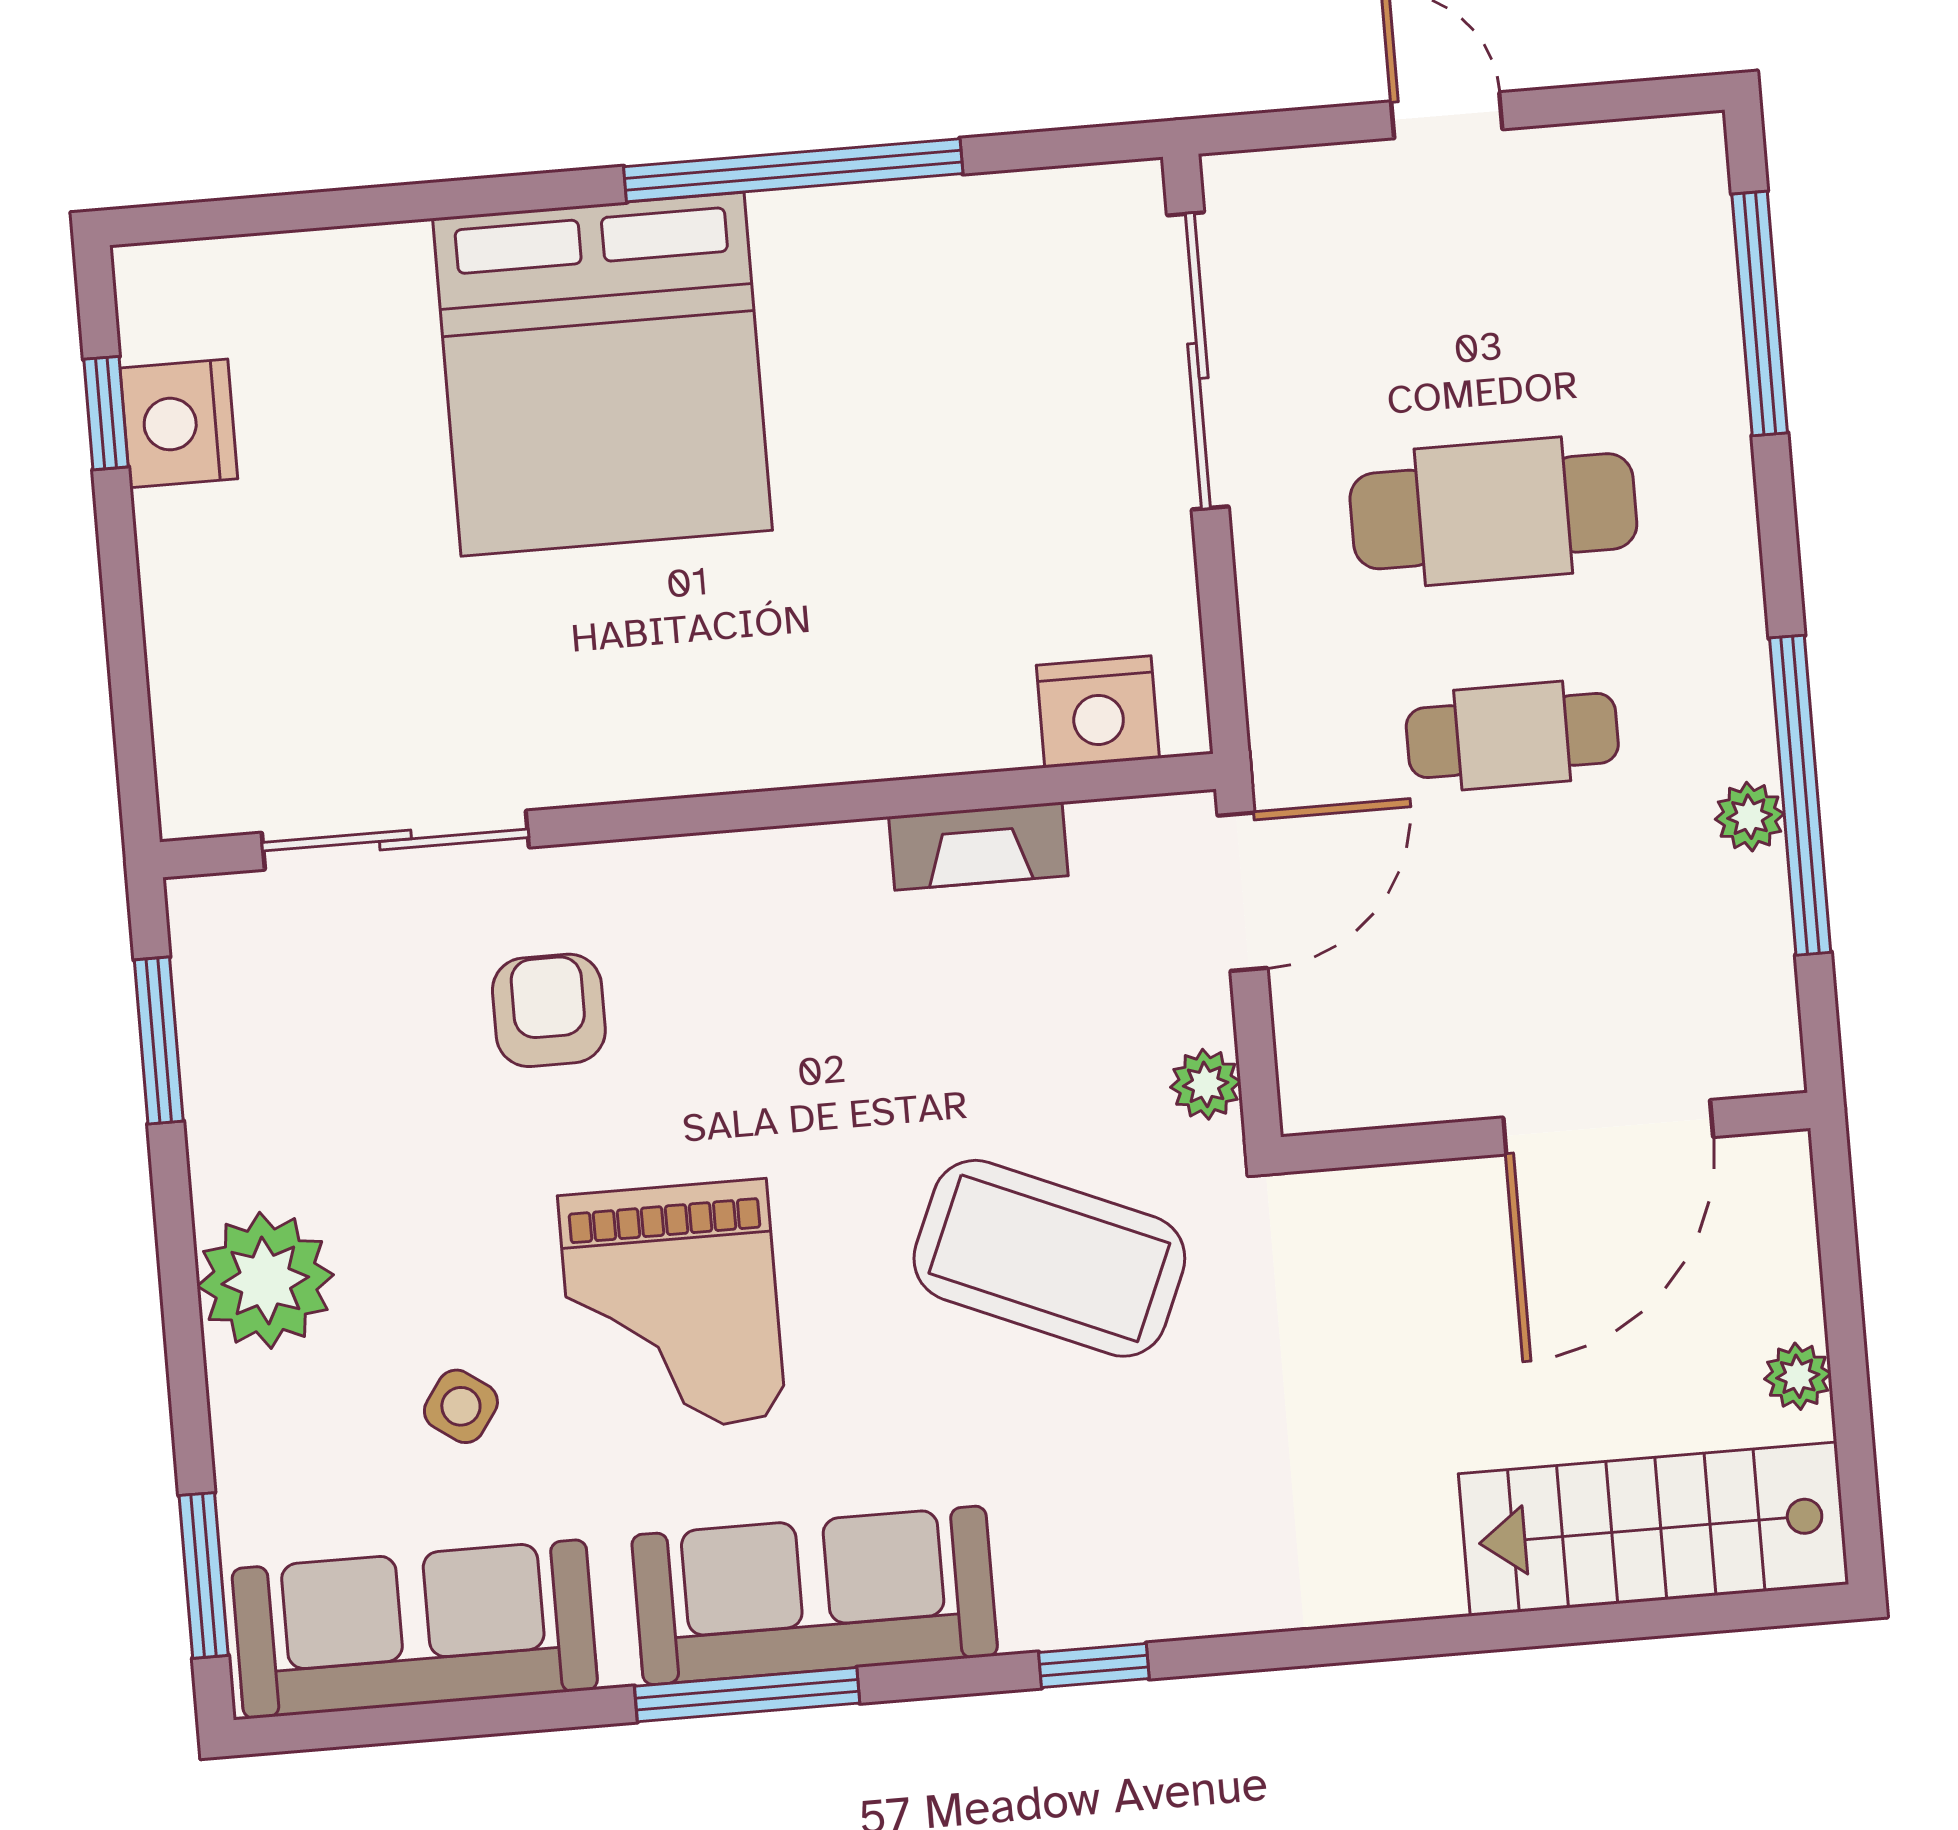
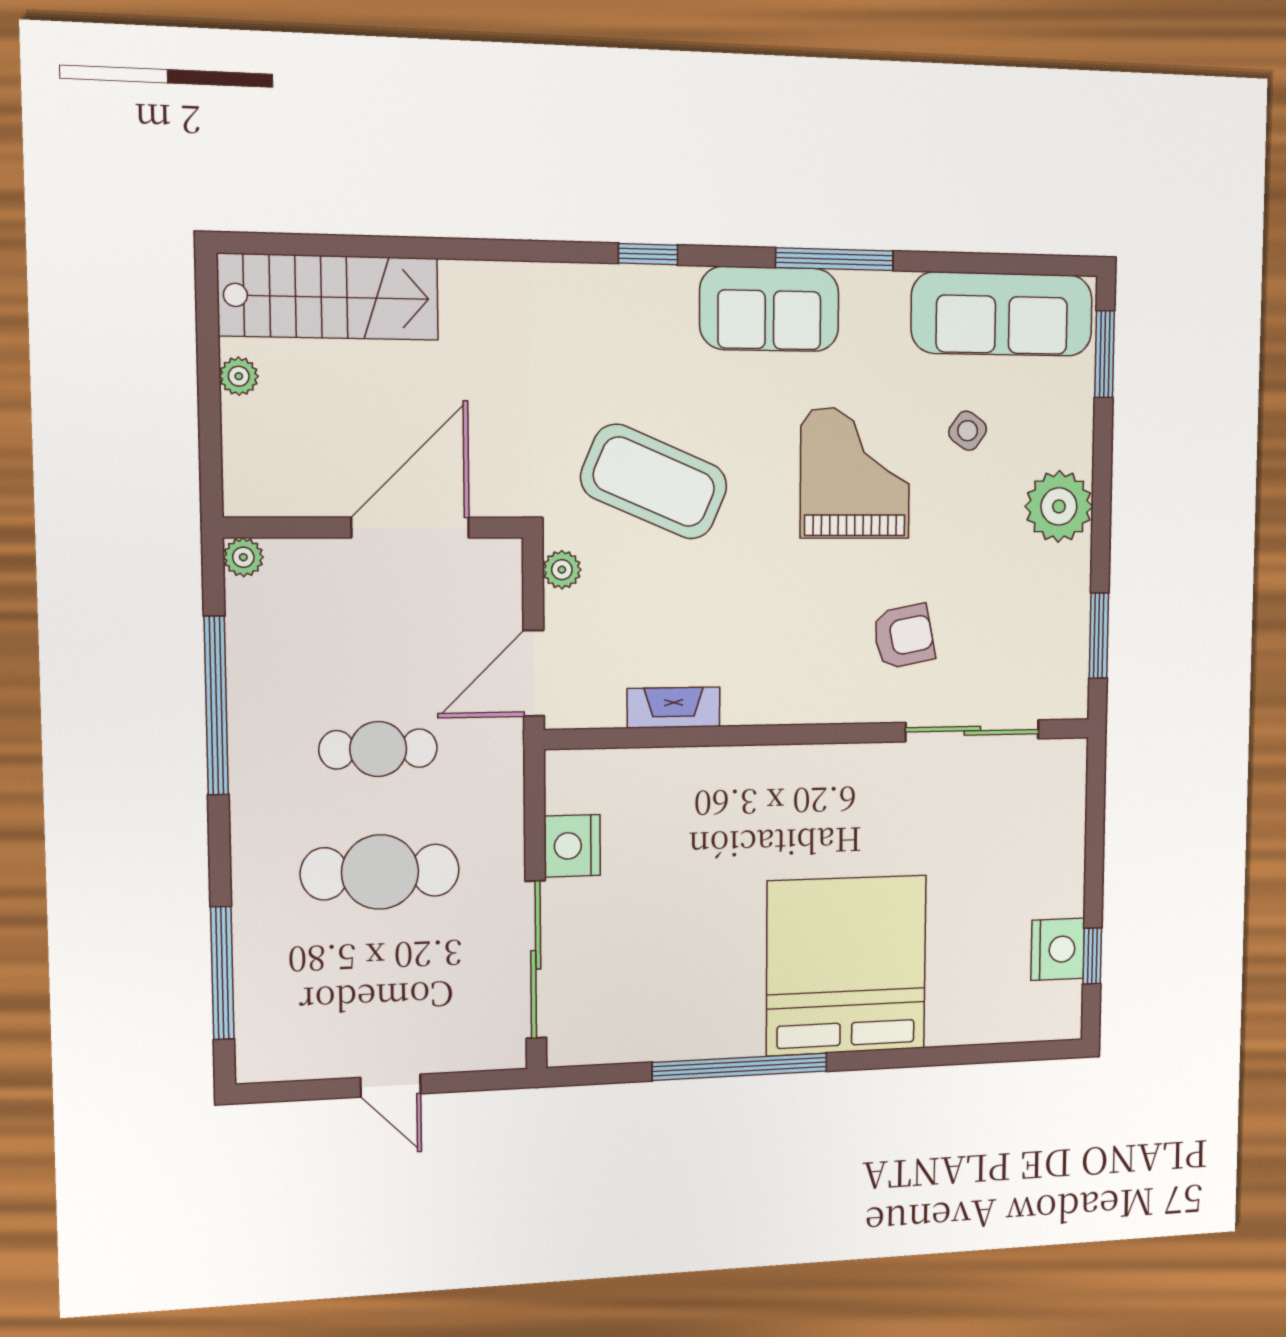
nightstand: (1098, 712) -> (572, 846), moved, turned -90
plant: (1750, 817) -> (243, 557), moved
armchair: (549, 1010) -> (904, 636), turned -101
door: (1608, 1127) -> (410, 528), moved
sofa: (815, 1595) -> (769, 309), width x0.73

